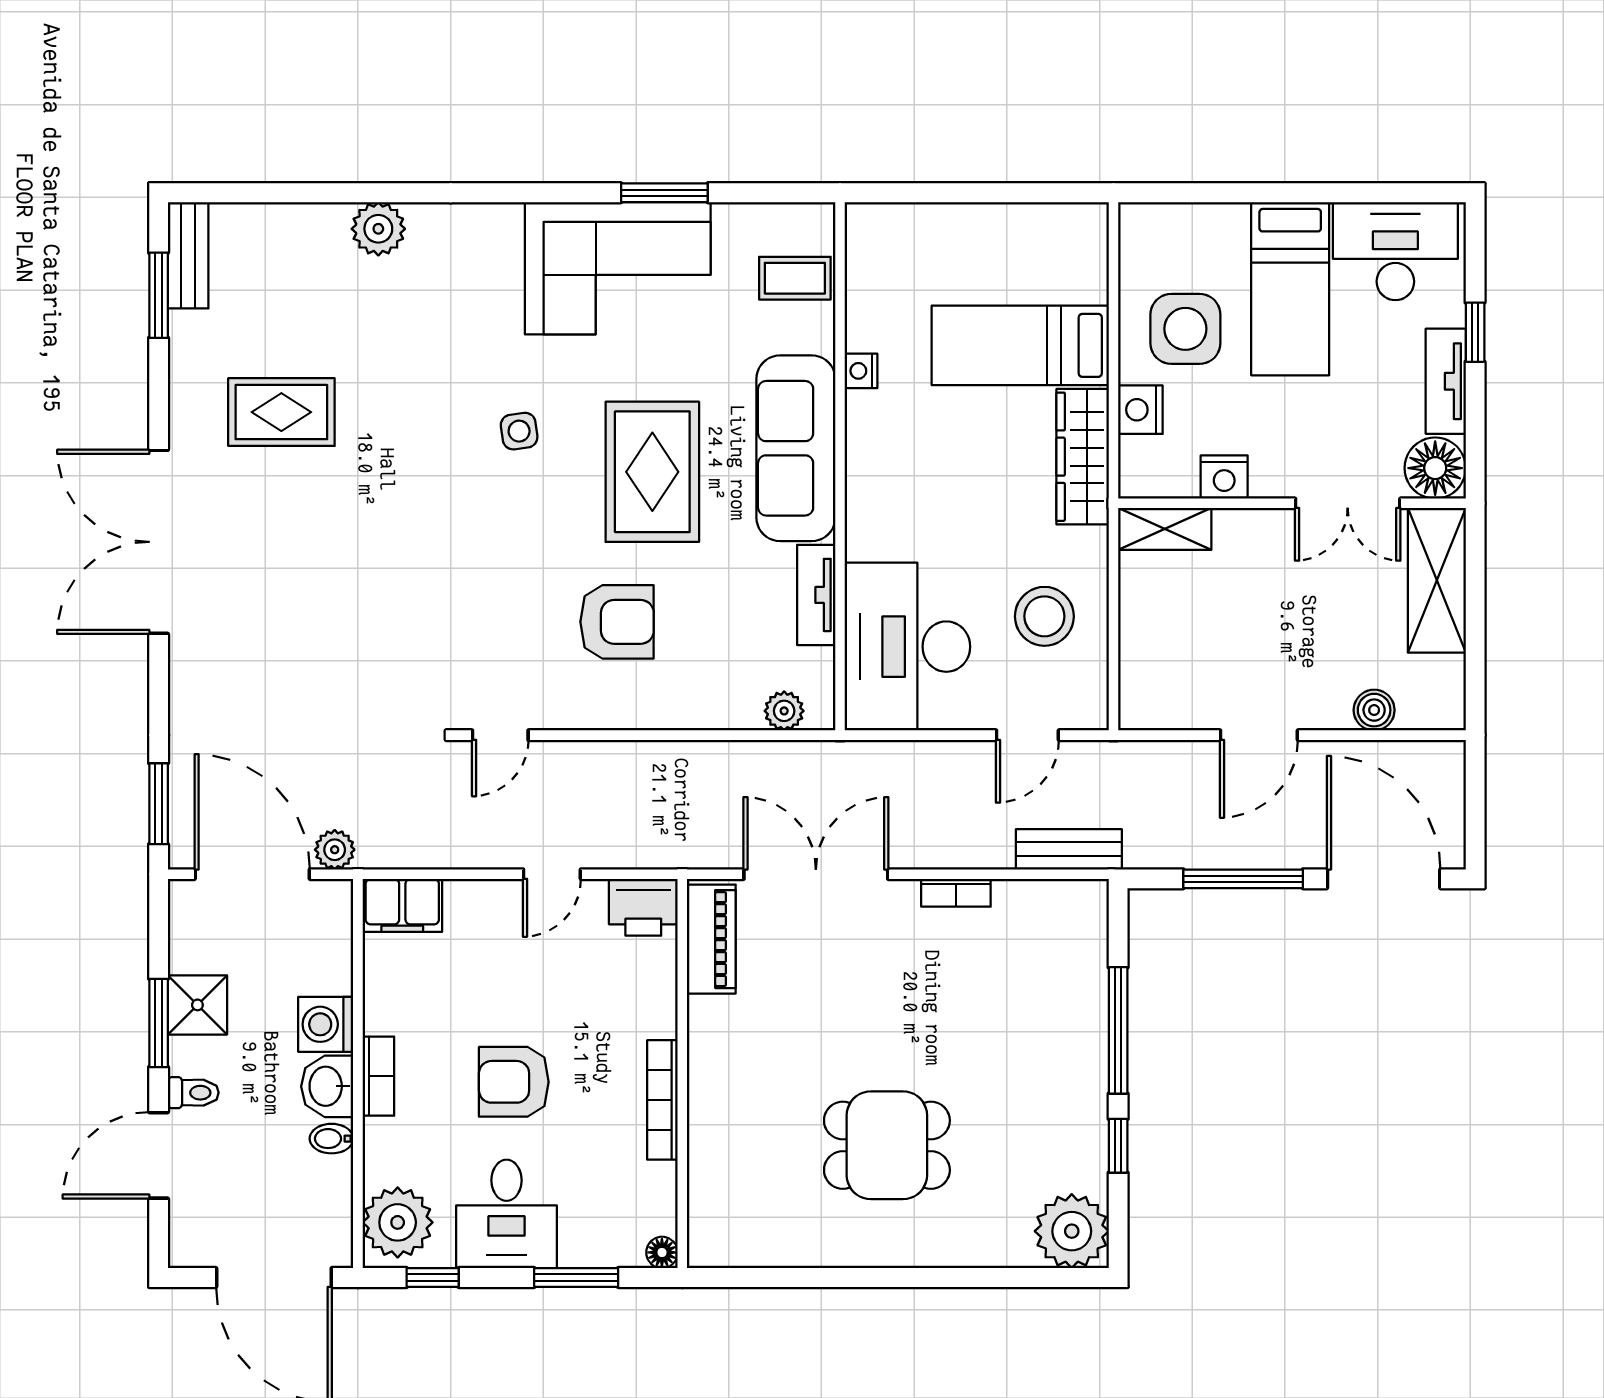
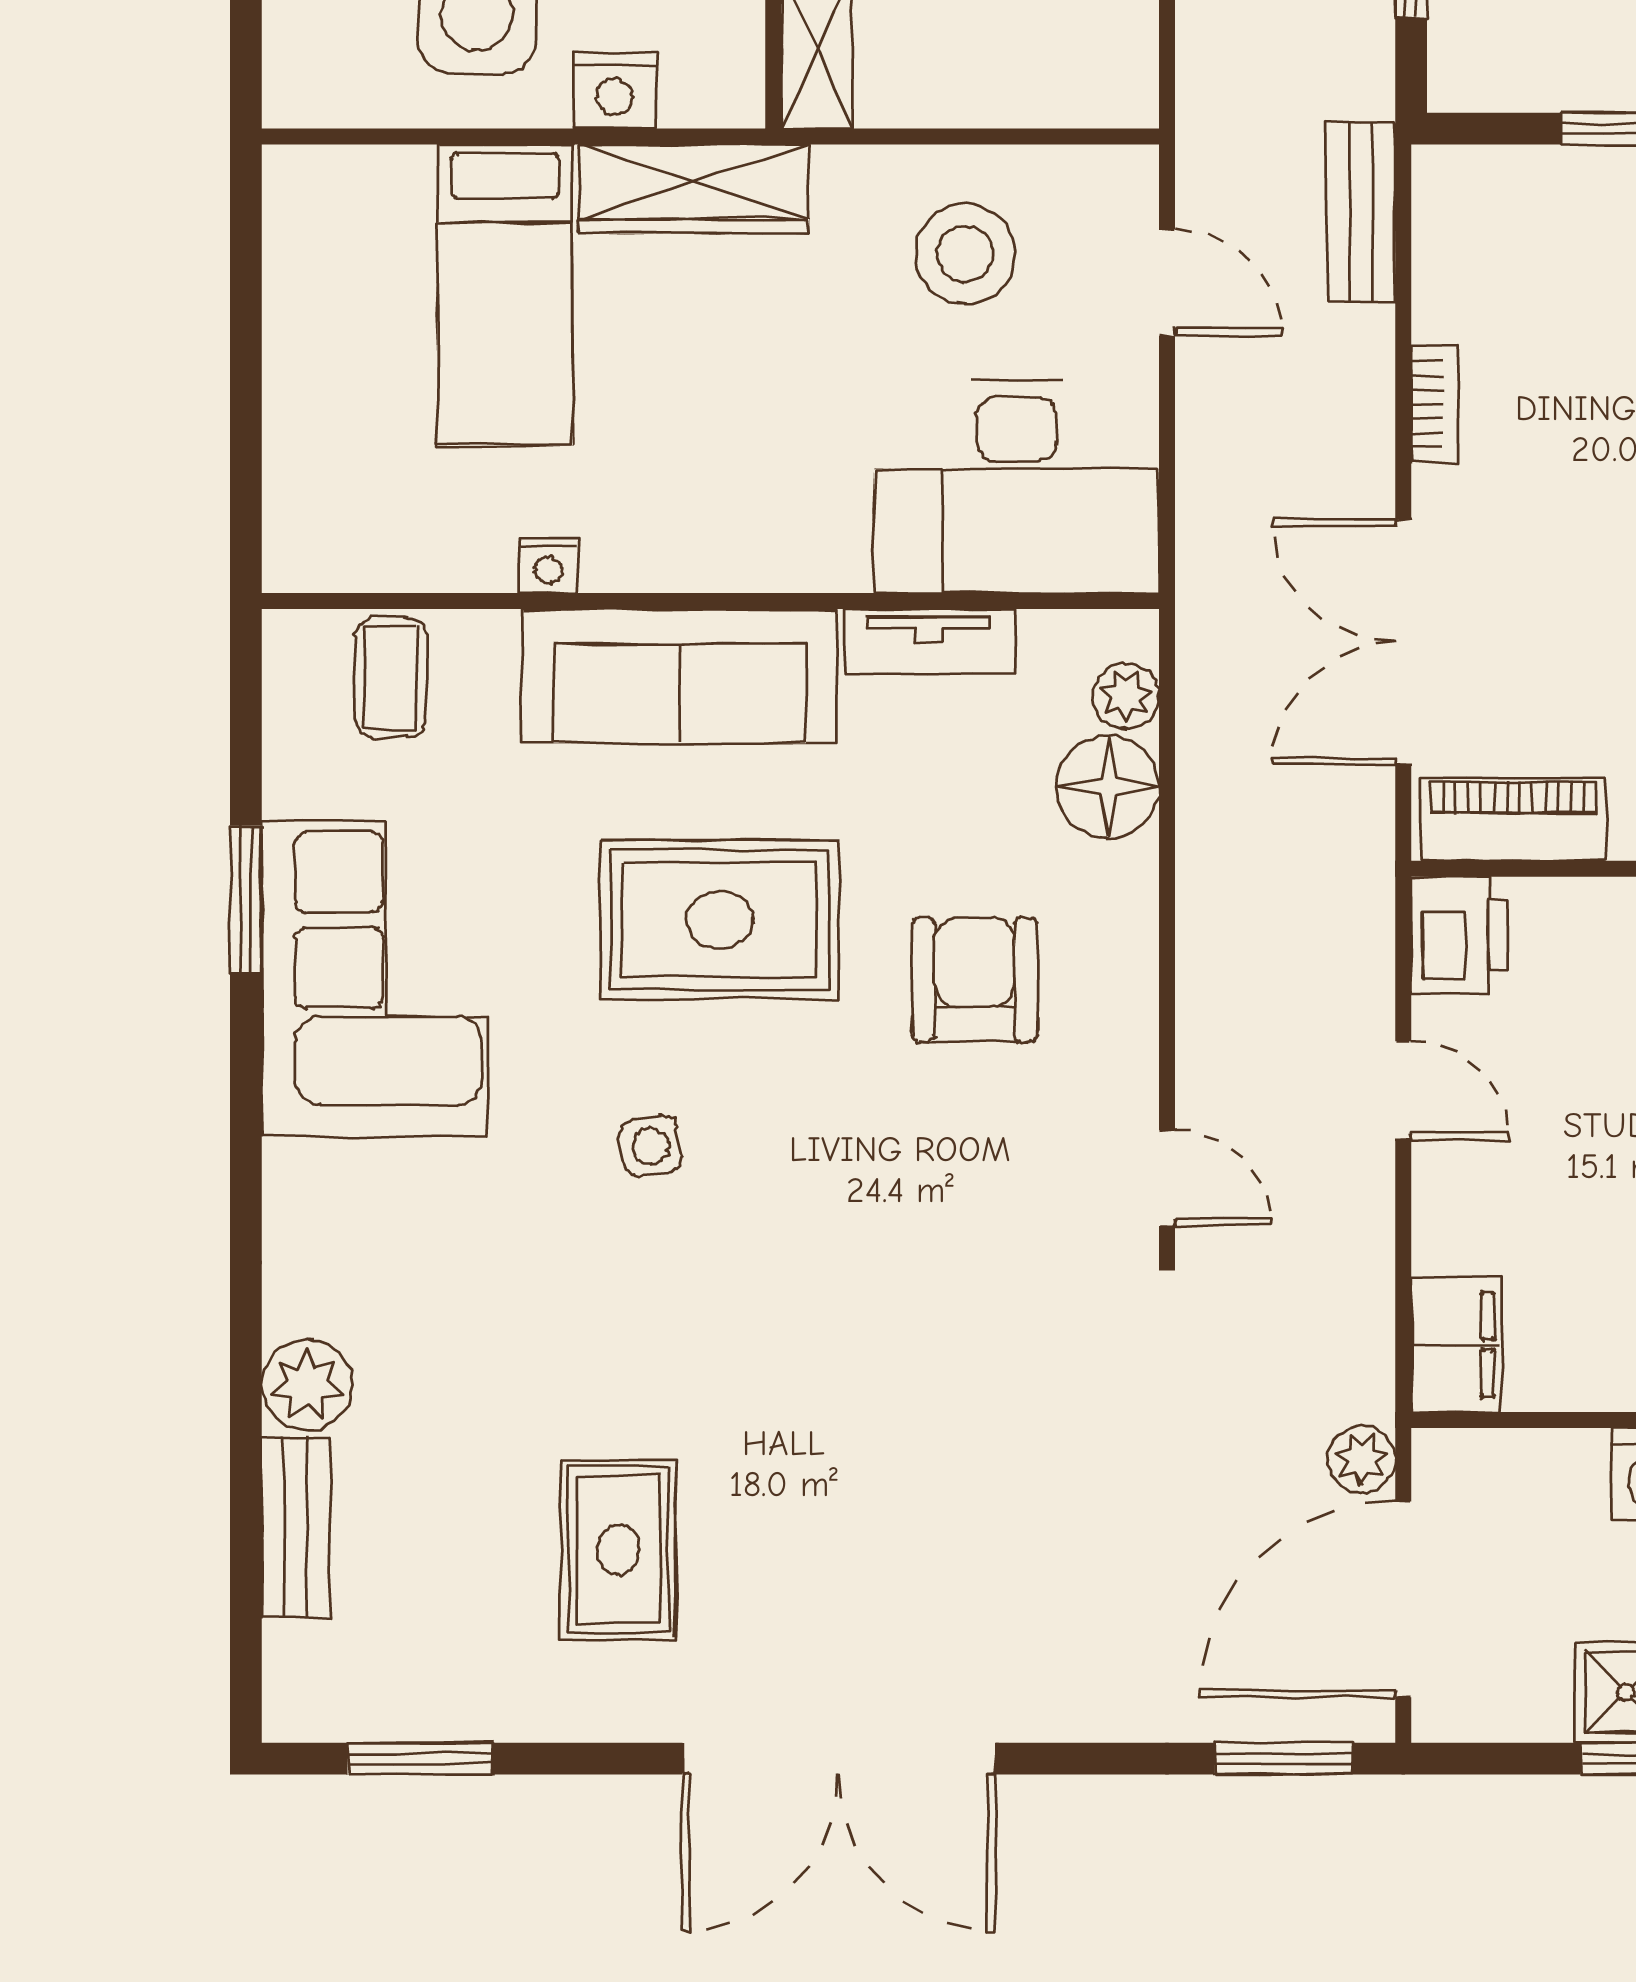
bench: (188, 255) -> (296, 1527), moved, turned 90
floor lamp: (731, 700) -> (1108, 787), added

